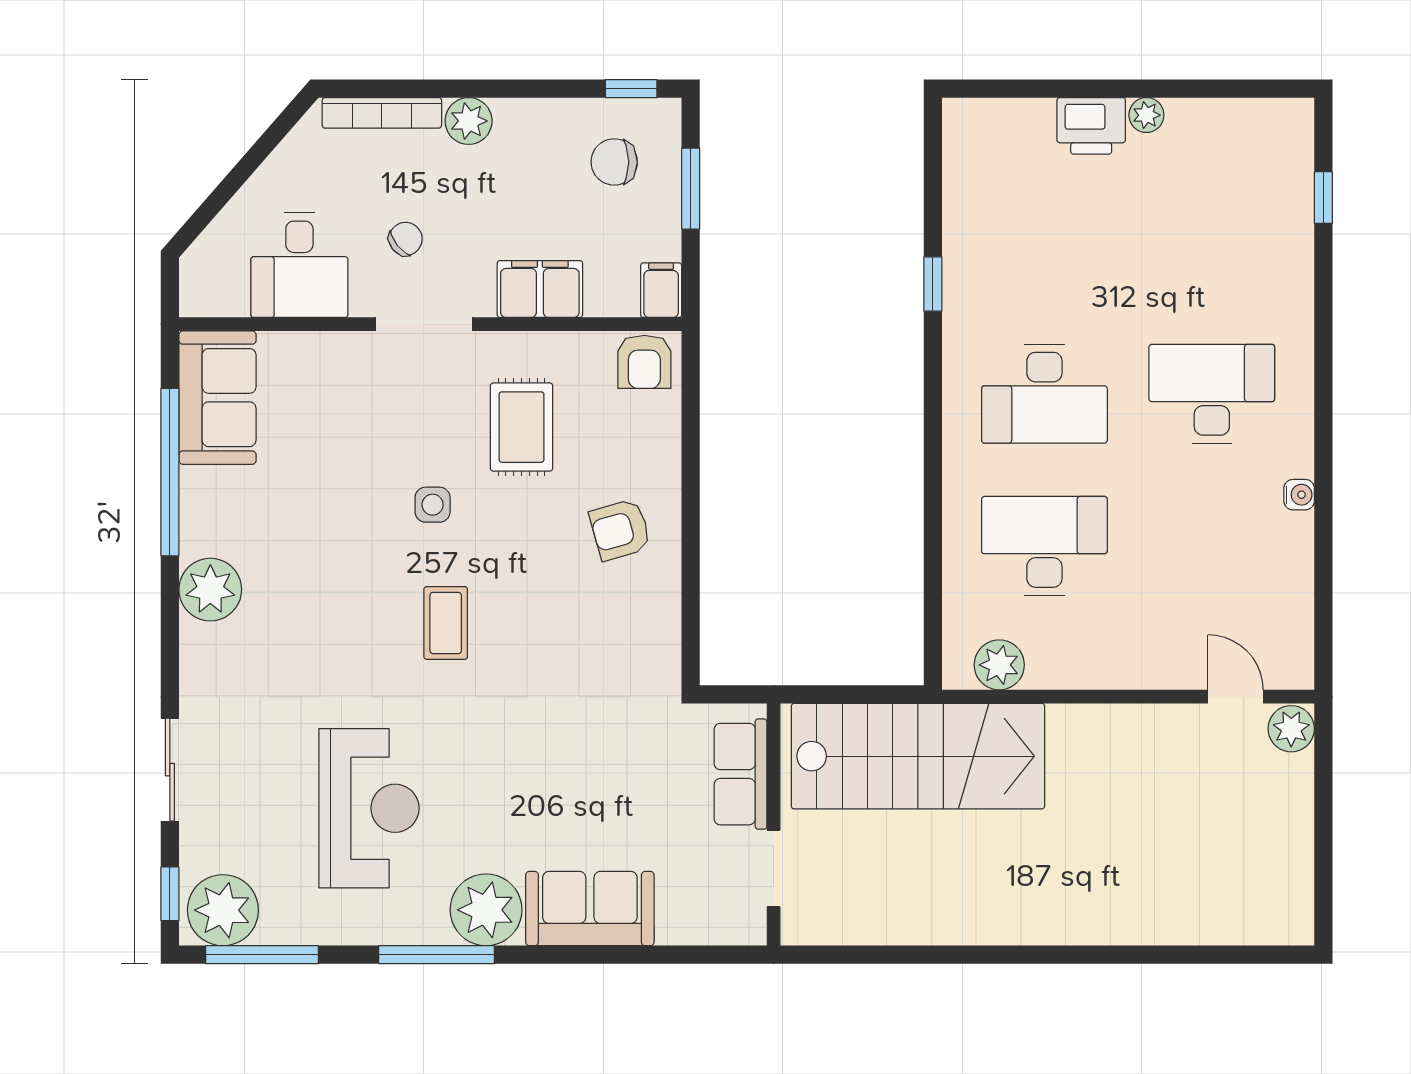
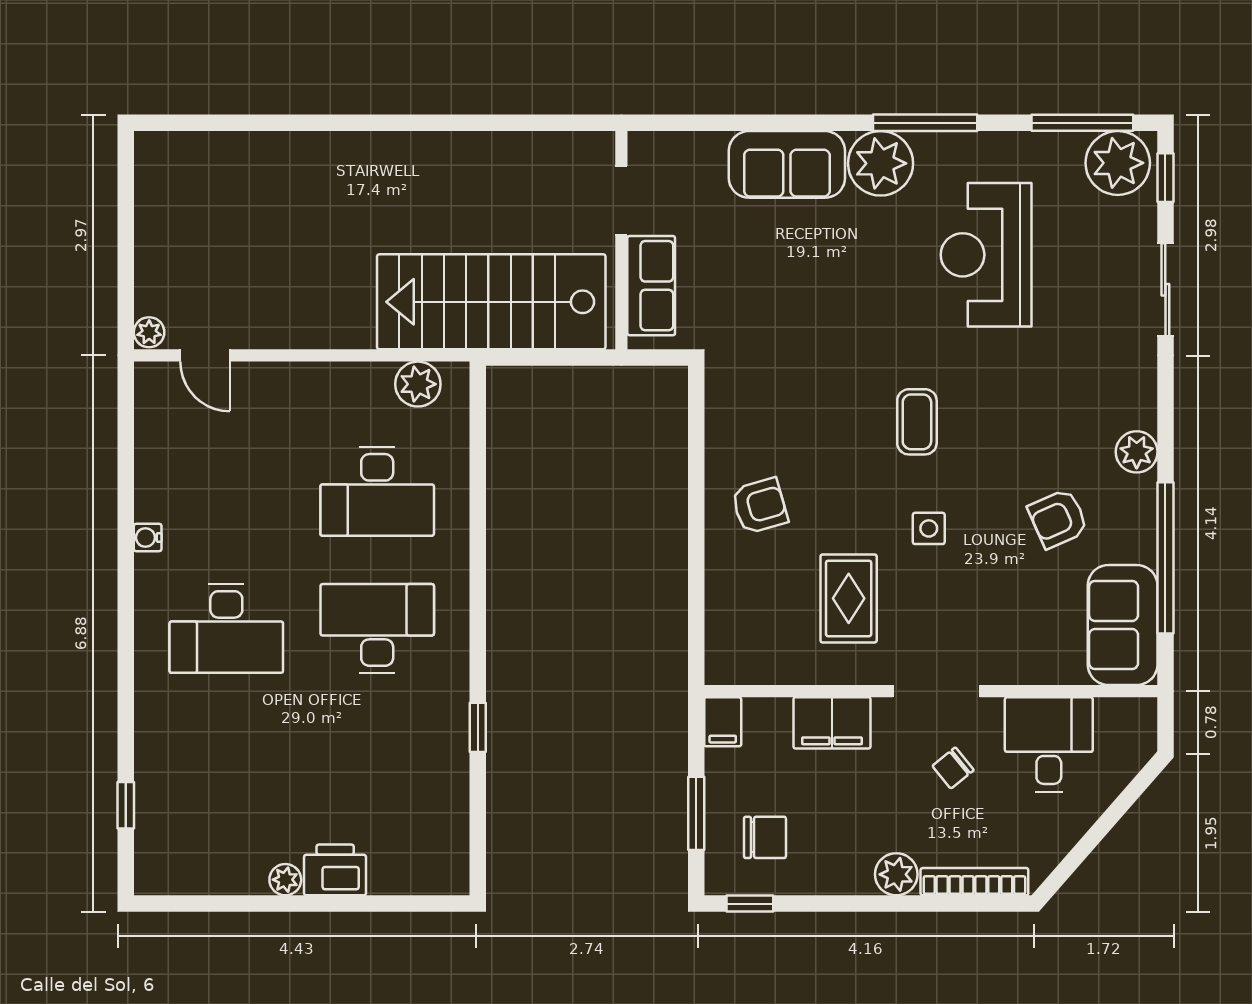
armchair: (644, 362) -> (1058, 519), moved, turned -114
plant: (210, 590) -> (1137, 452), width x0.73, depth x0.73
plant: (1291, 729) -> (149, 332), width x0.73, depth x0.73

